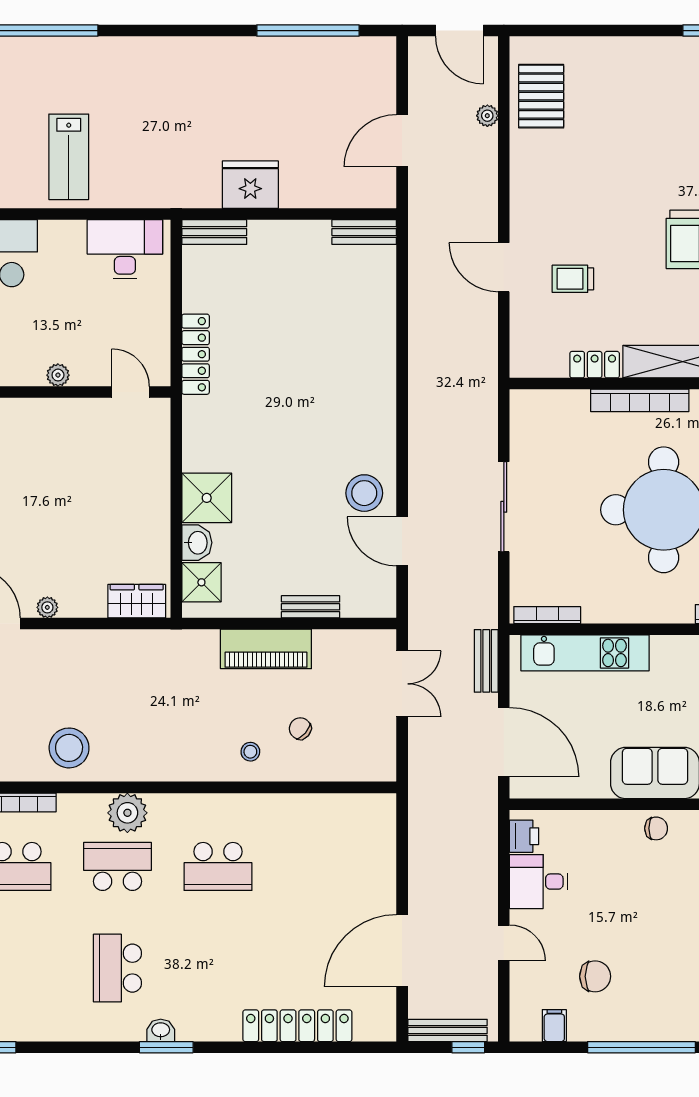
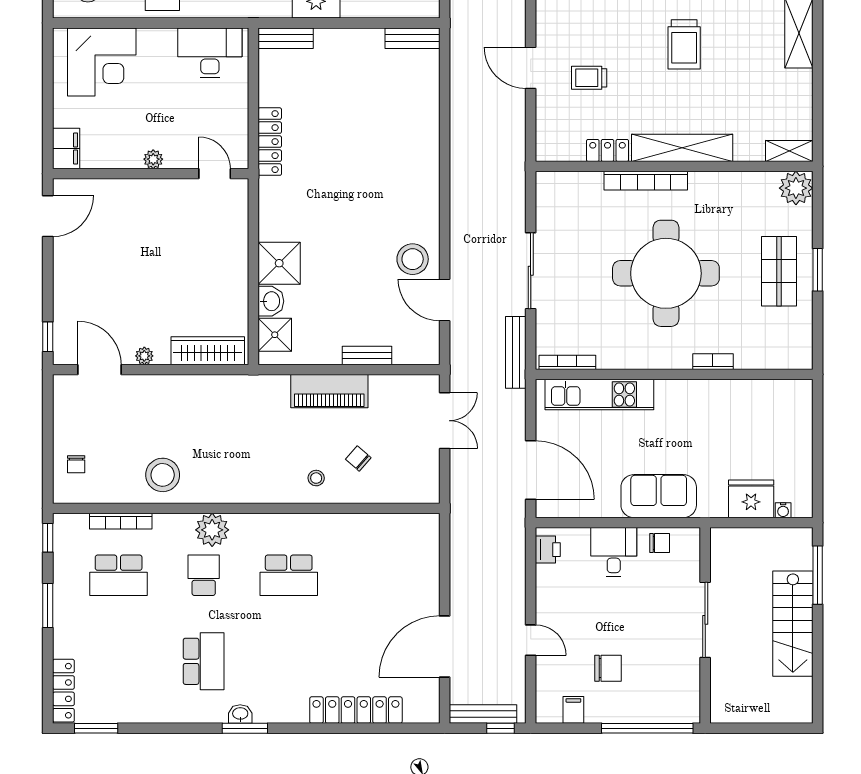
wardrobe: (137, 601) -> (208, 351), width x1.50
bench: (486, 661) -> (516, 352), moved, width x1.36
school desk: (117, 866) -> (204, 575), width x0.54
desk: (539, 882) -> (614, 552), moved, turned 90
school desk: (117, 968) -> (204, 661), turned 180

